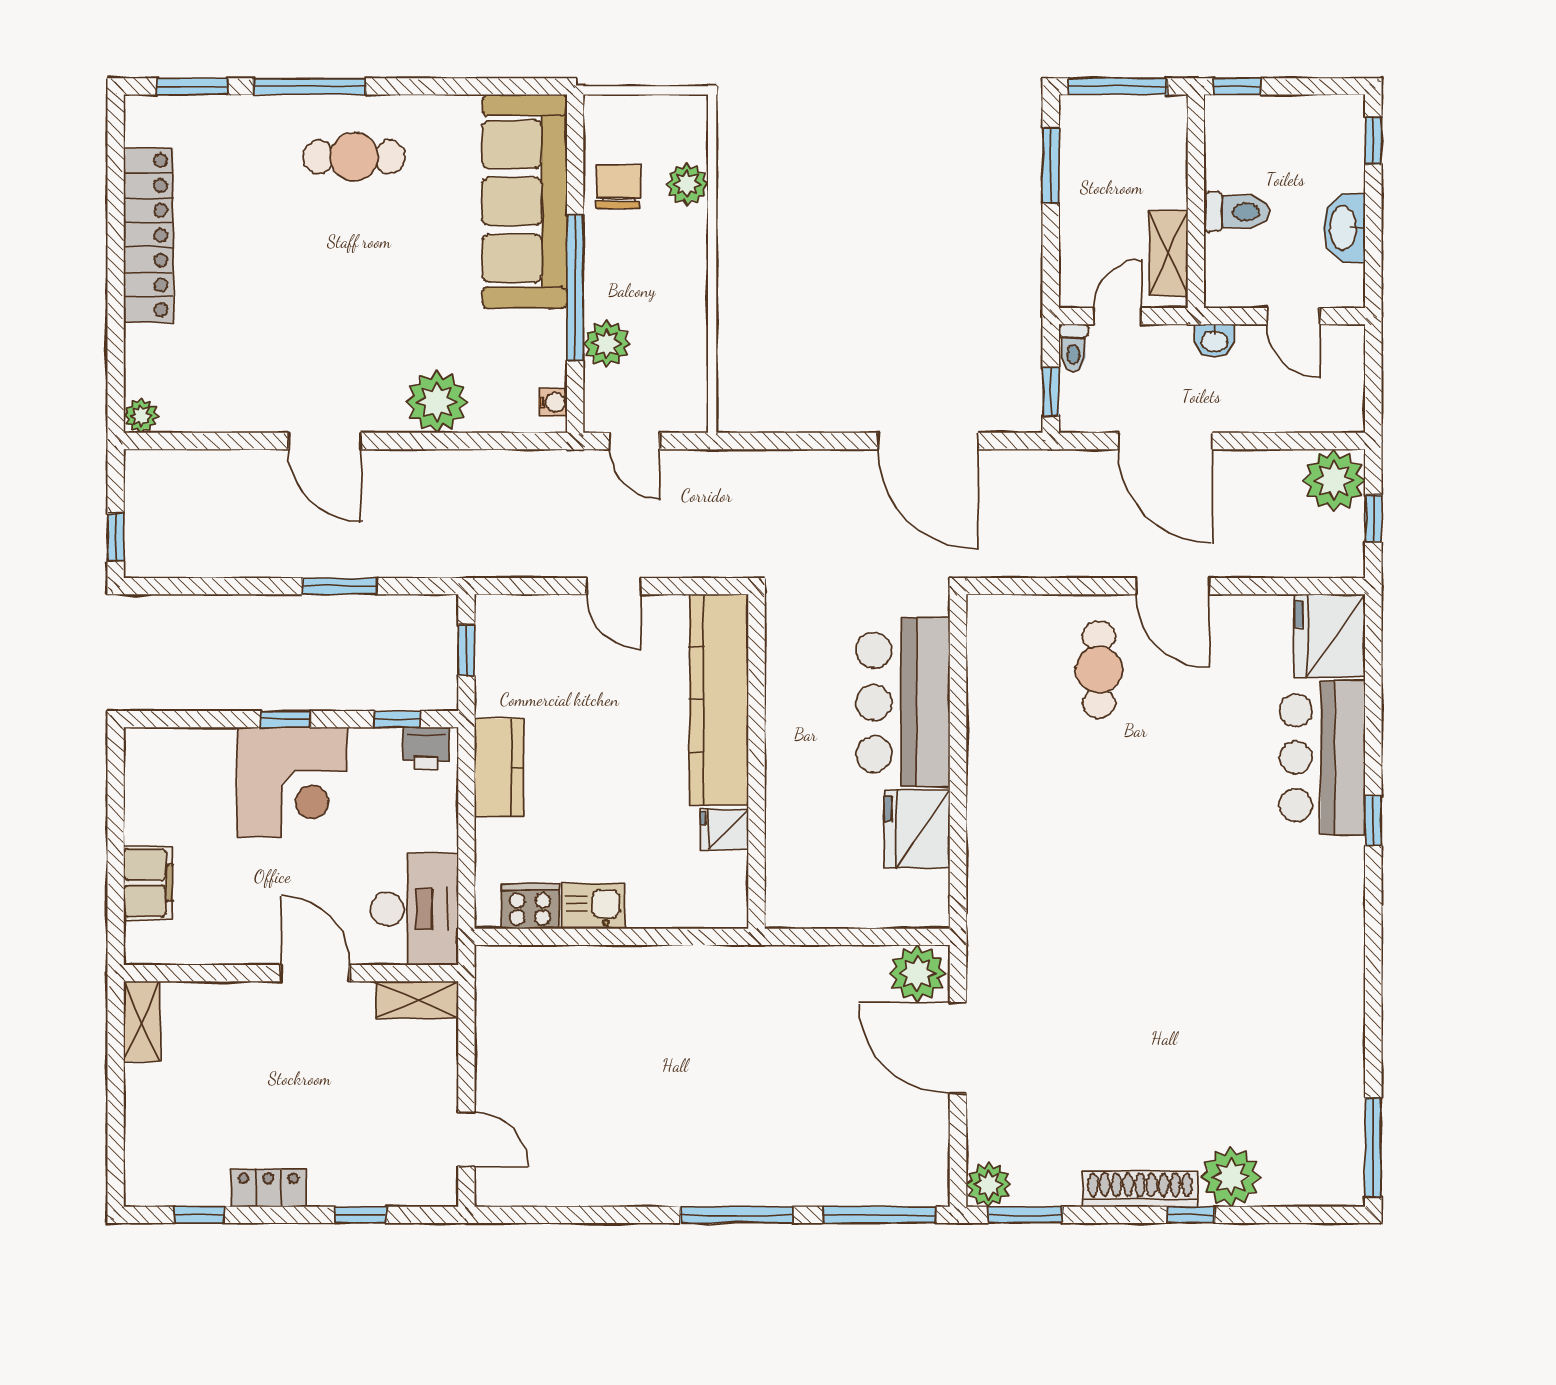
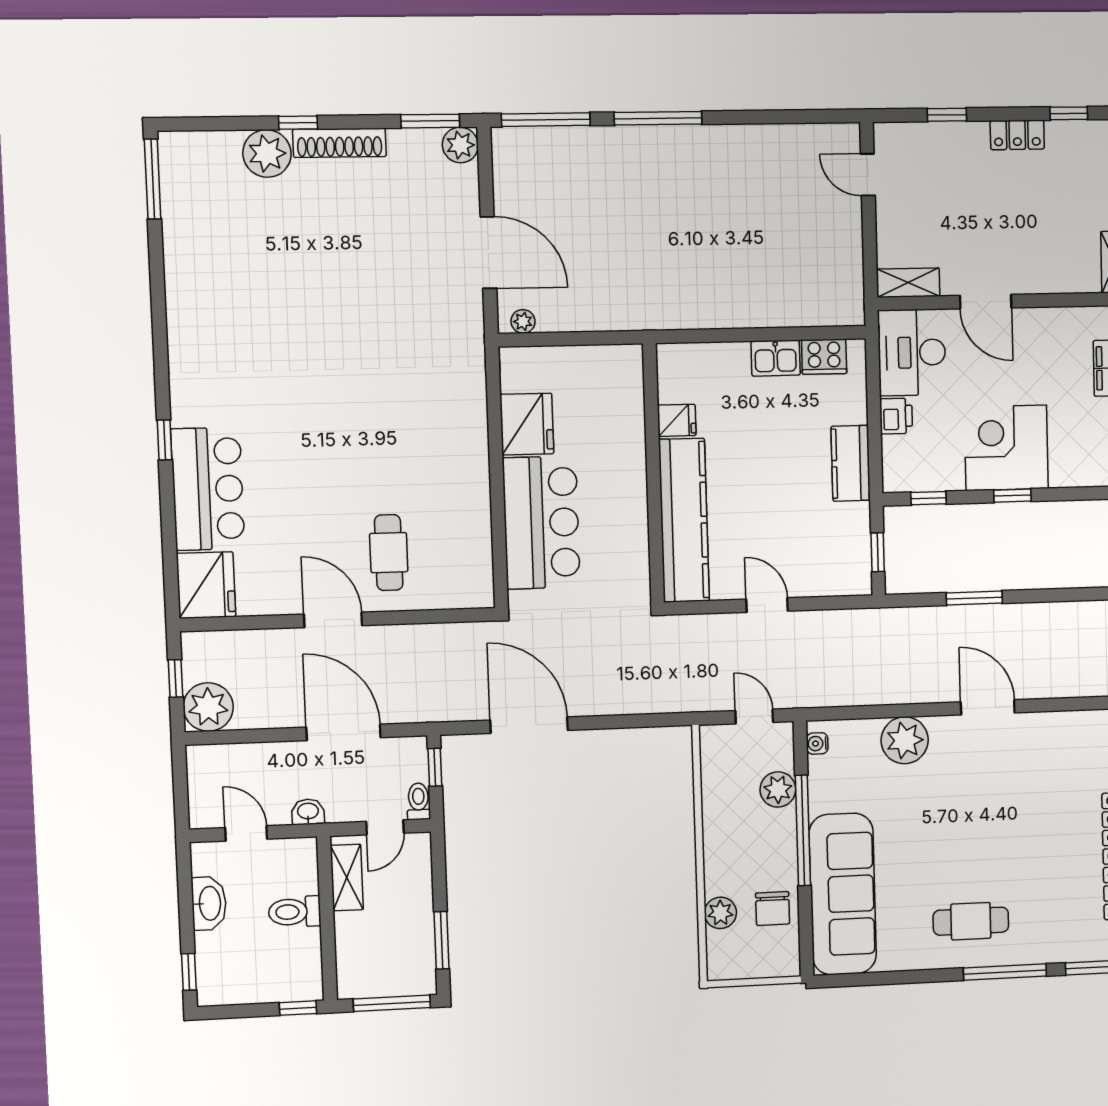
printer: (426, 748) -> (896, 416), moved, turned 90
plant: (917, 973) -> (523, 321), width x0.53, depth x0.53

